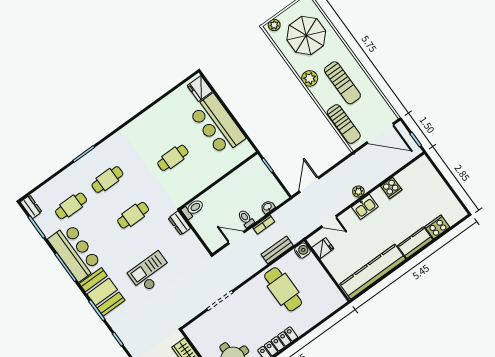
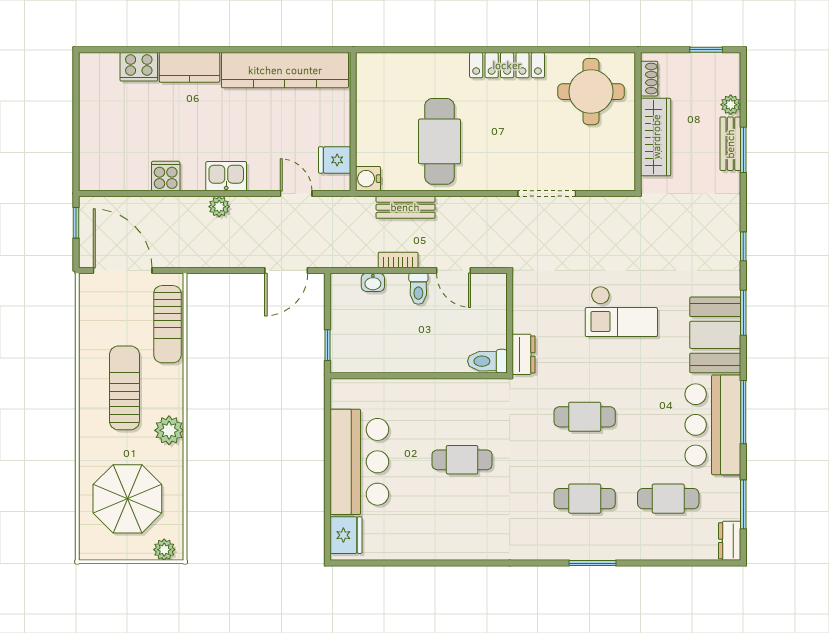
sun lounger: (344, 124) -> (167, 324), turned 180

